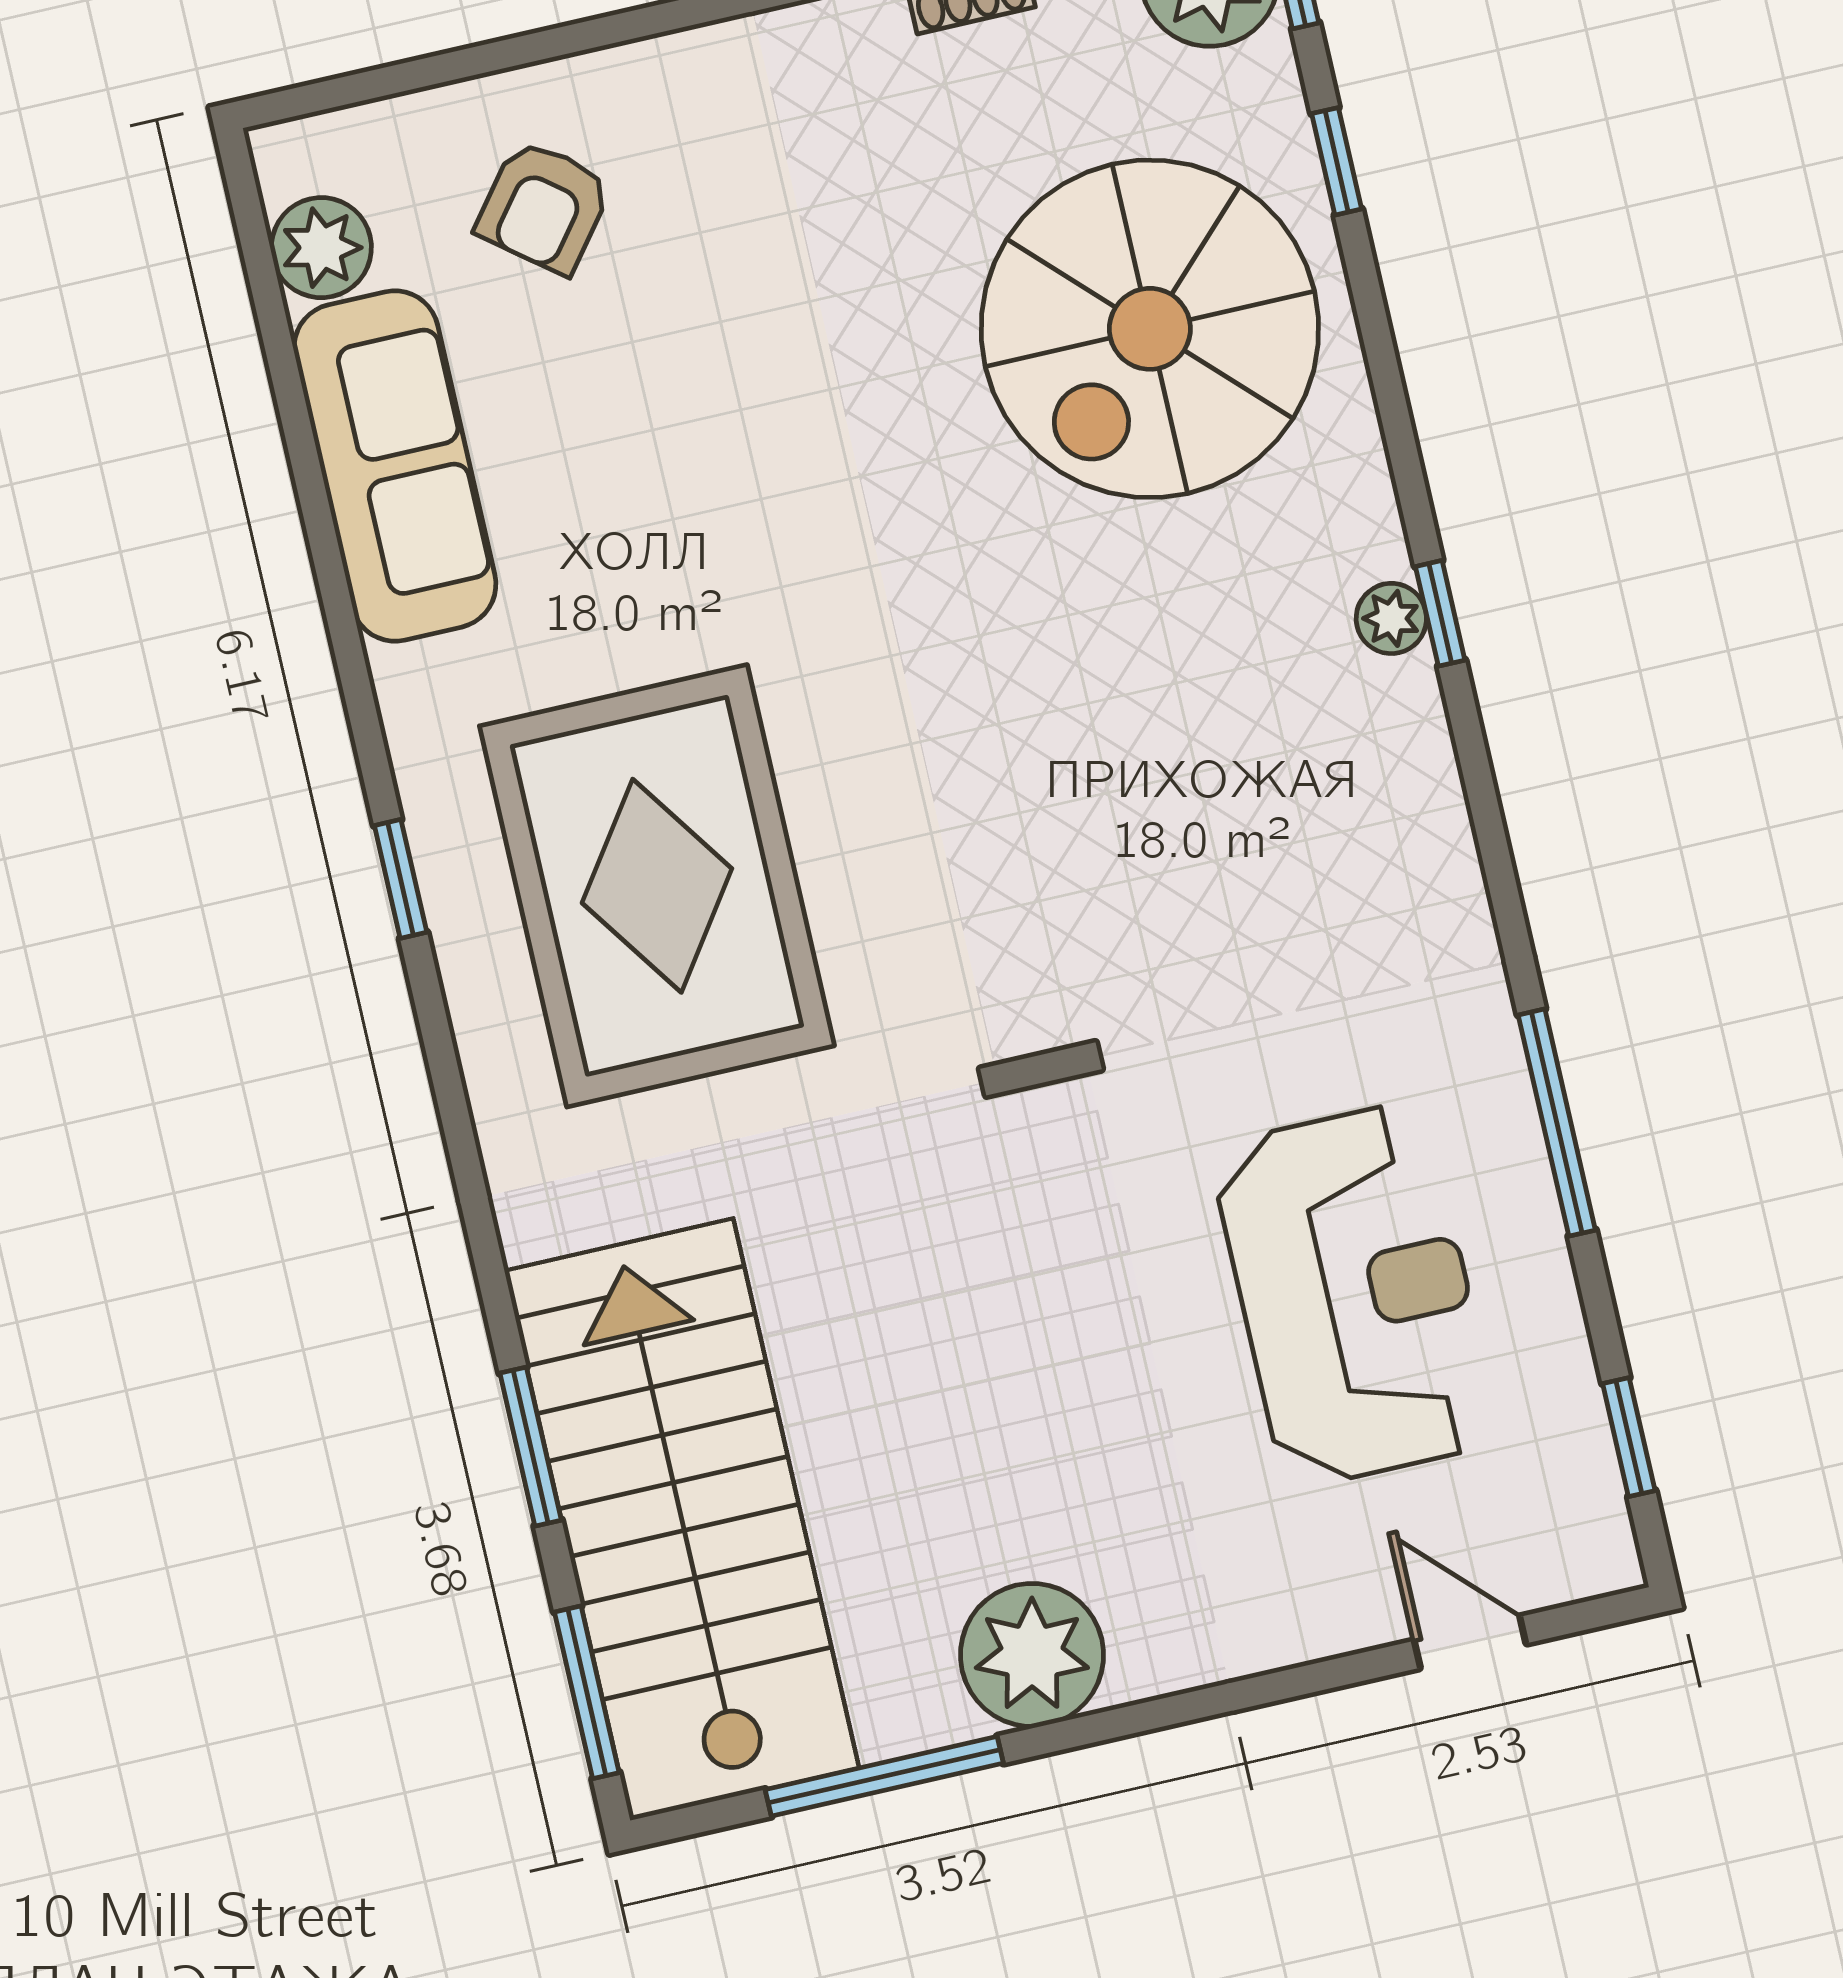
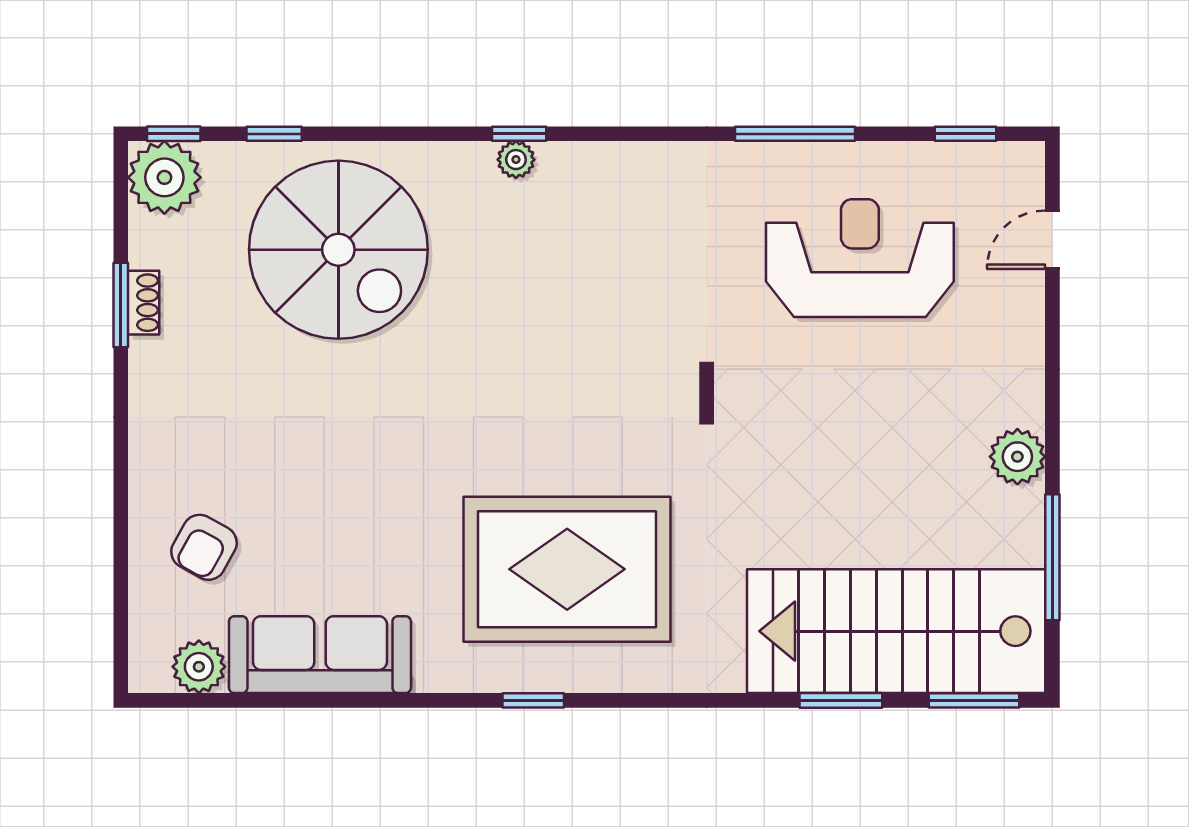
armchair: (544, 207) -> (204, 547), turned 81
plant: (1032, 1655) -> (1017, 457), width x0.73, depth x0.73

